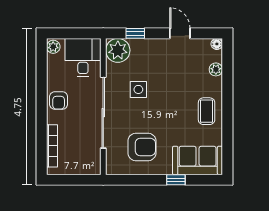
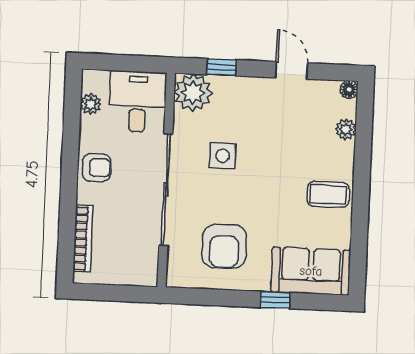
plant: (53, 47) -> (91, 104), moved
armchair: (59, 100) -> (96, 167), turned -90
coffee table: (207, 111) -> (328, 194), turned 90
armchair: (142, 147) -> (224, 246), turned 90

